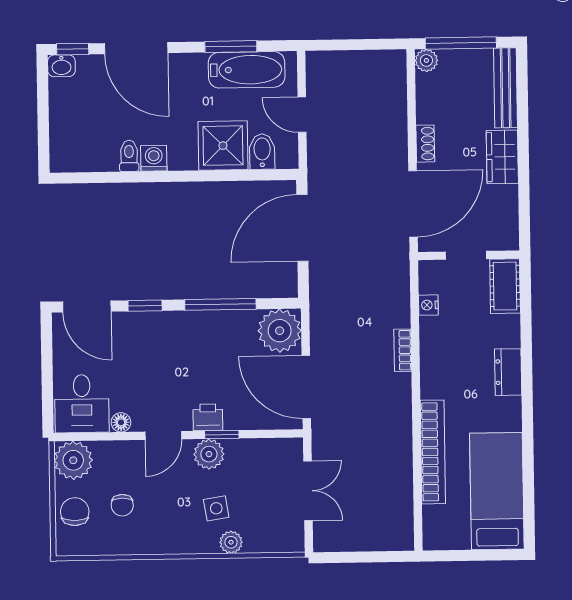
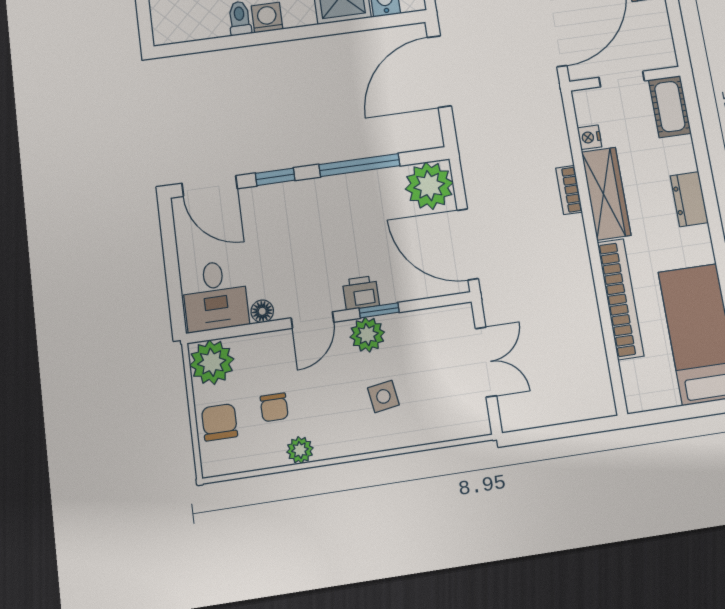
wardrobe: (435, 357) -> (606, 193), added
plant: (231, 542) -> (300, 450), moved

